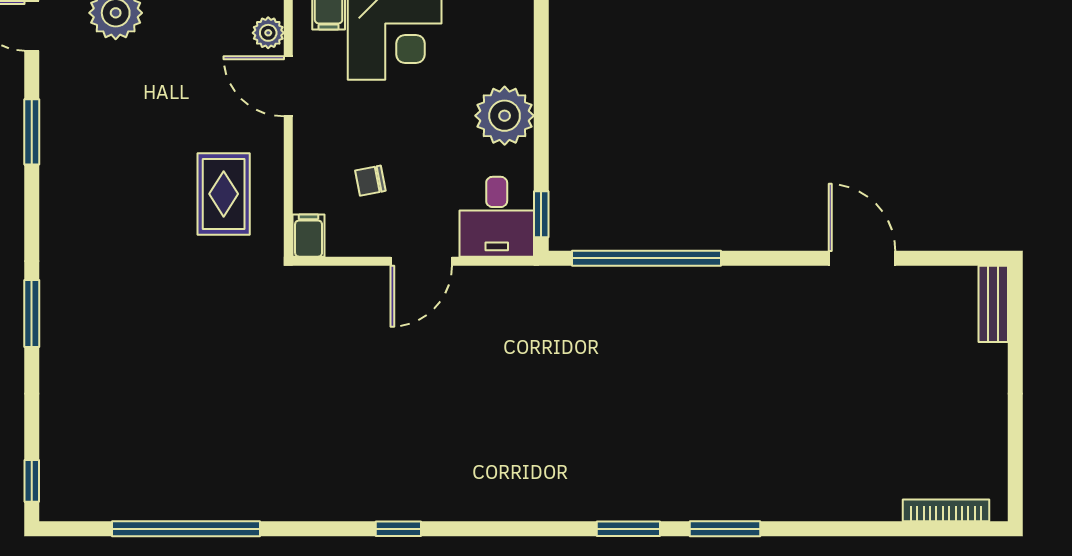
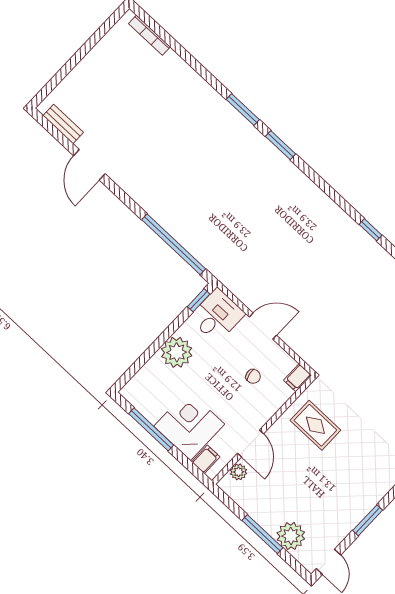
rug: (224, 194) -> (315, 425), turned 90
bench: (993, 304) -> (63, 124), moved, turned 90

